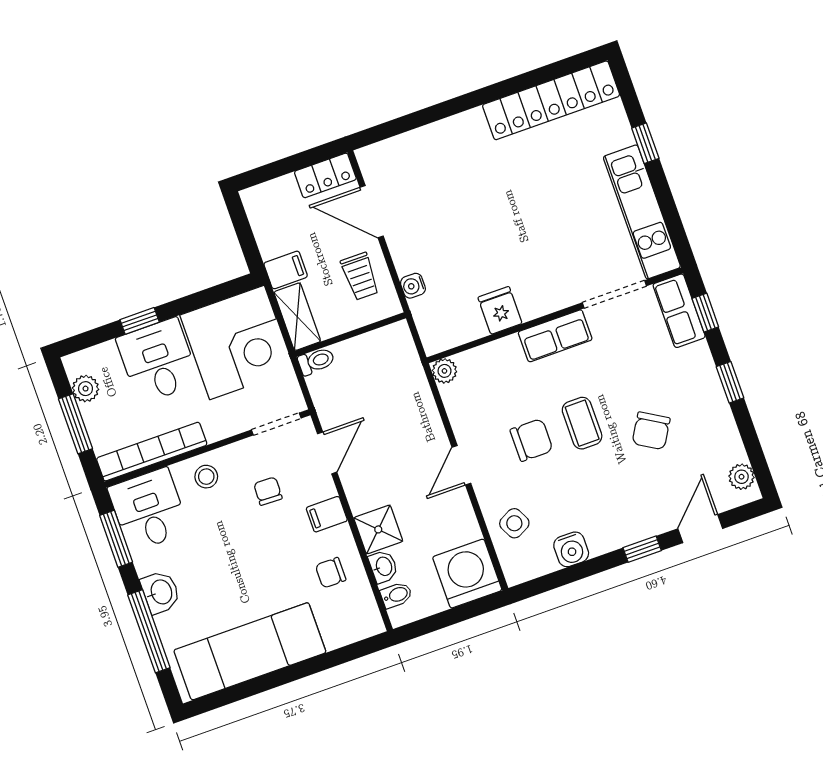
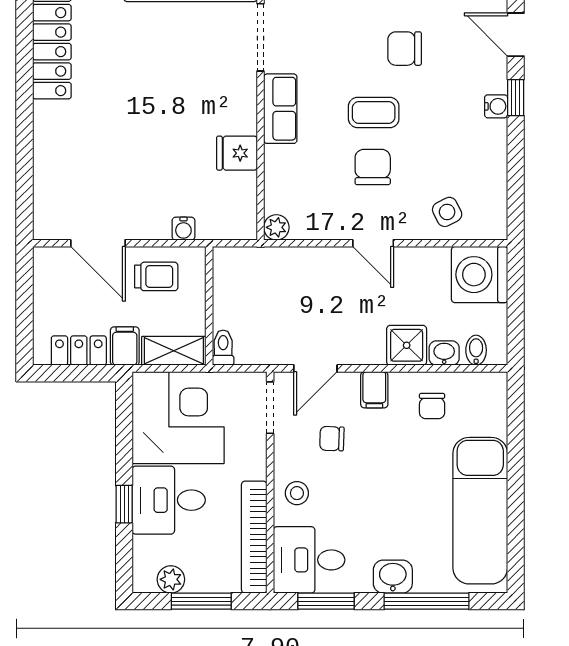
locker: (325, 175) -> (79, 351), moved, turned -90
door: (372, 212) -> (98, 243), hinge flipped
chair: (651, 431) -> (405, 49), turned 149
door: (327, 453) -> (315, 368), swing flipped
water cooler: (571, 549) -> (496, 106), moved, width x0.72, depth x0.72

